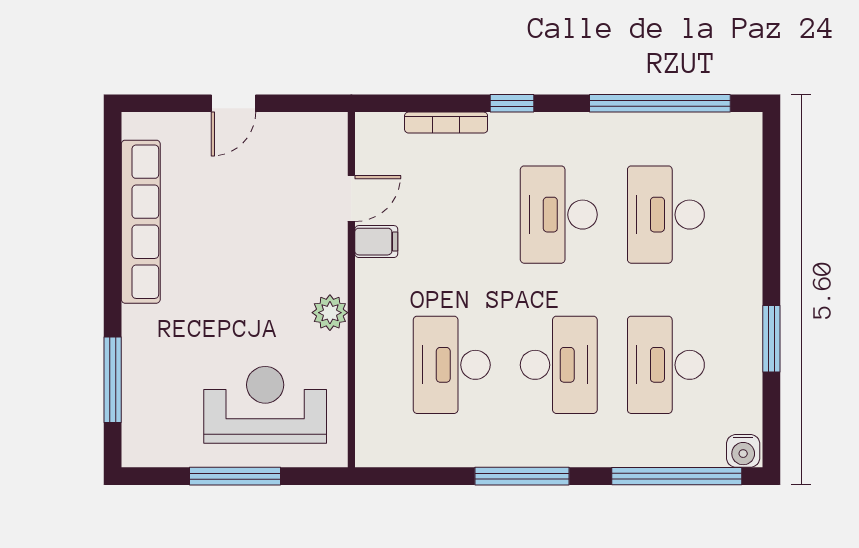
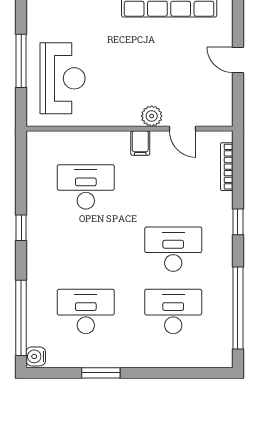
bookcase: (446, 123) -> (227, 167), moved
filing cabinet: (376, 242) -> (140, 143), moved
plant: (330, 313) -> (152, 116), moved
desk: (559, 365) -> (86, 249), removed
window: (522, 476) -> (21, 228), width x0.46

